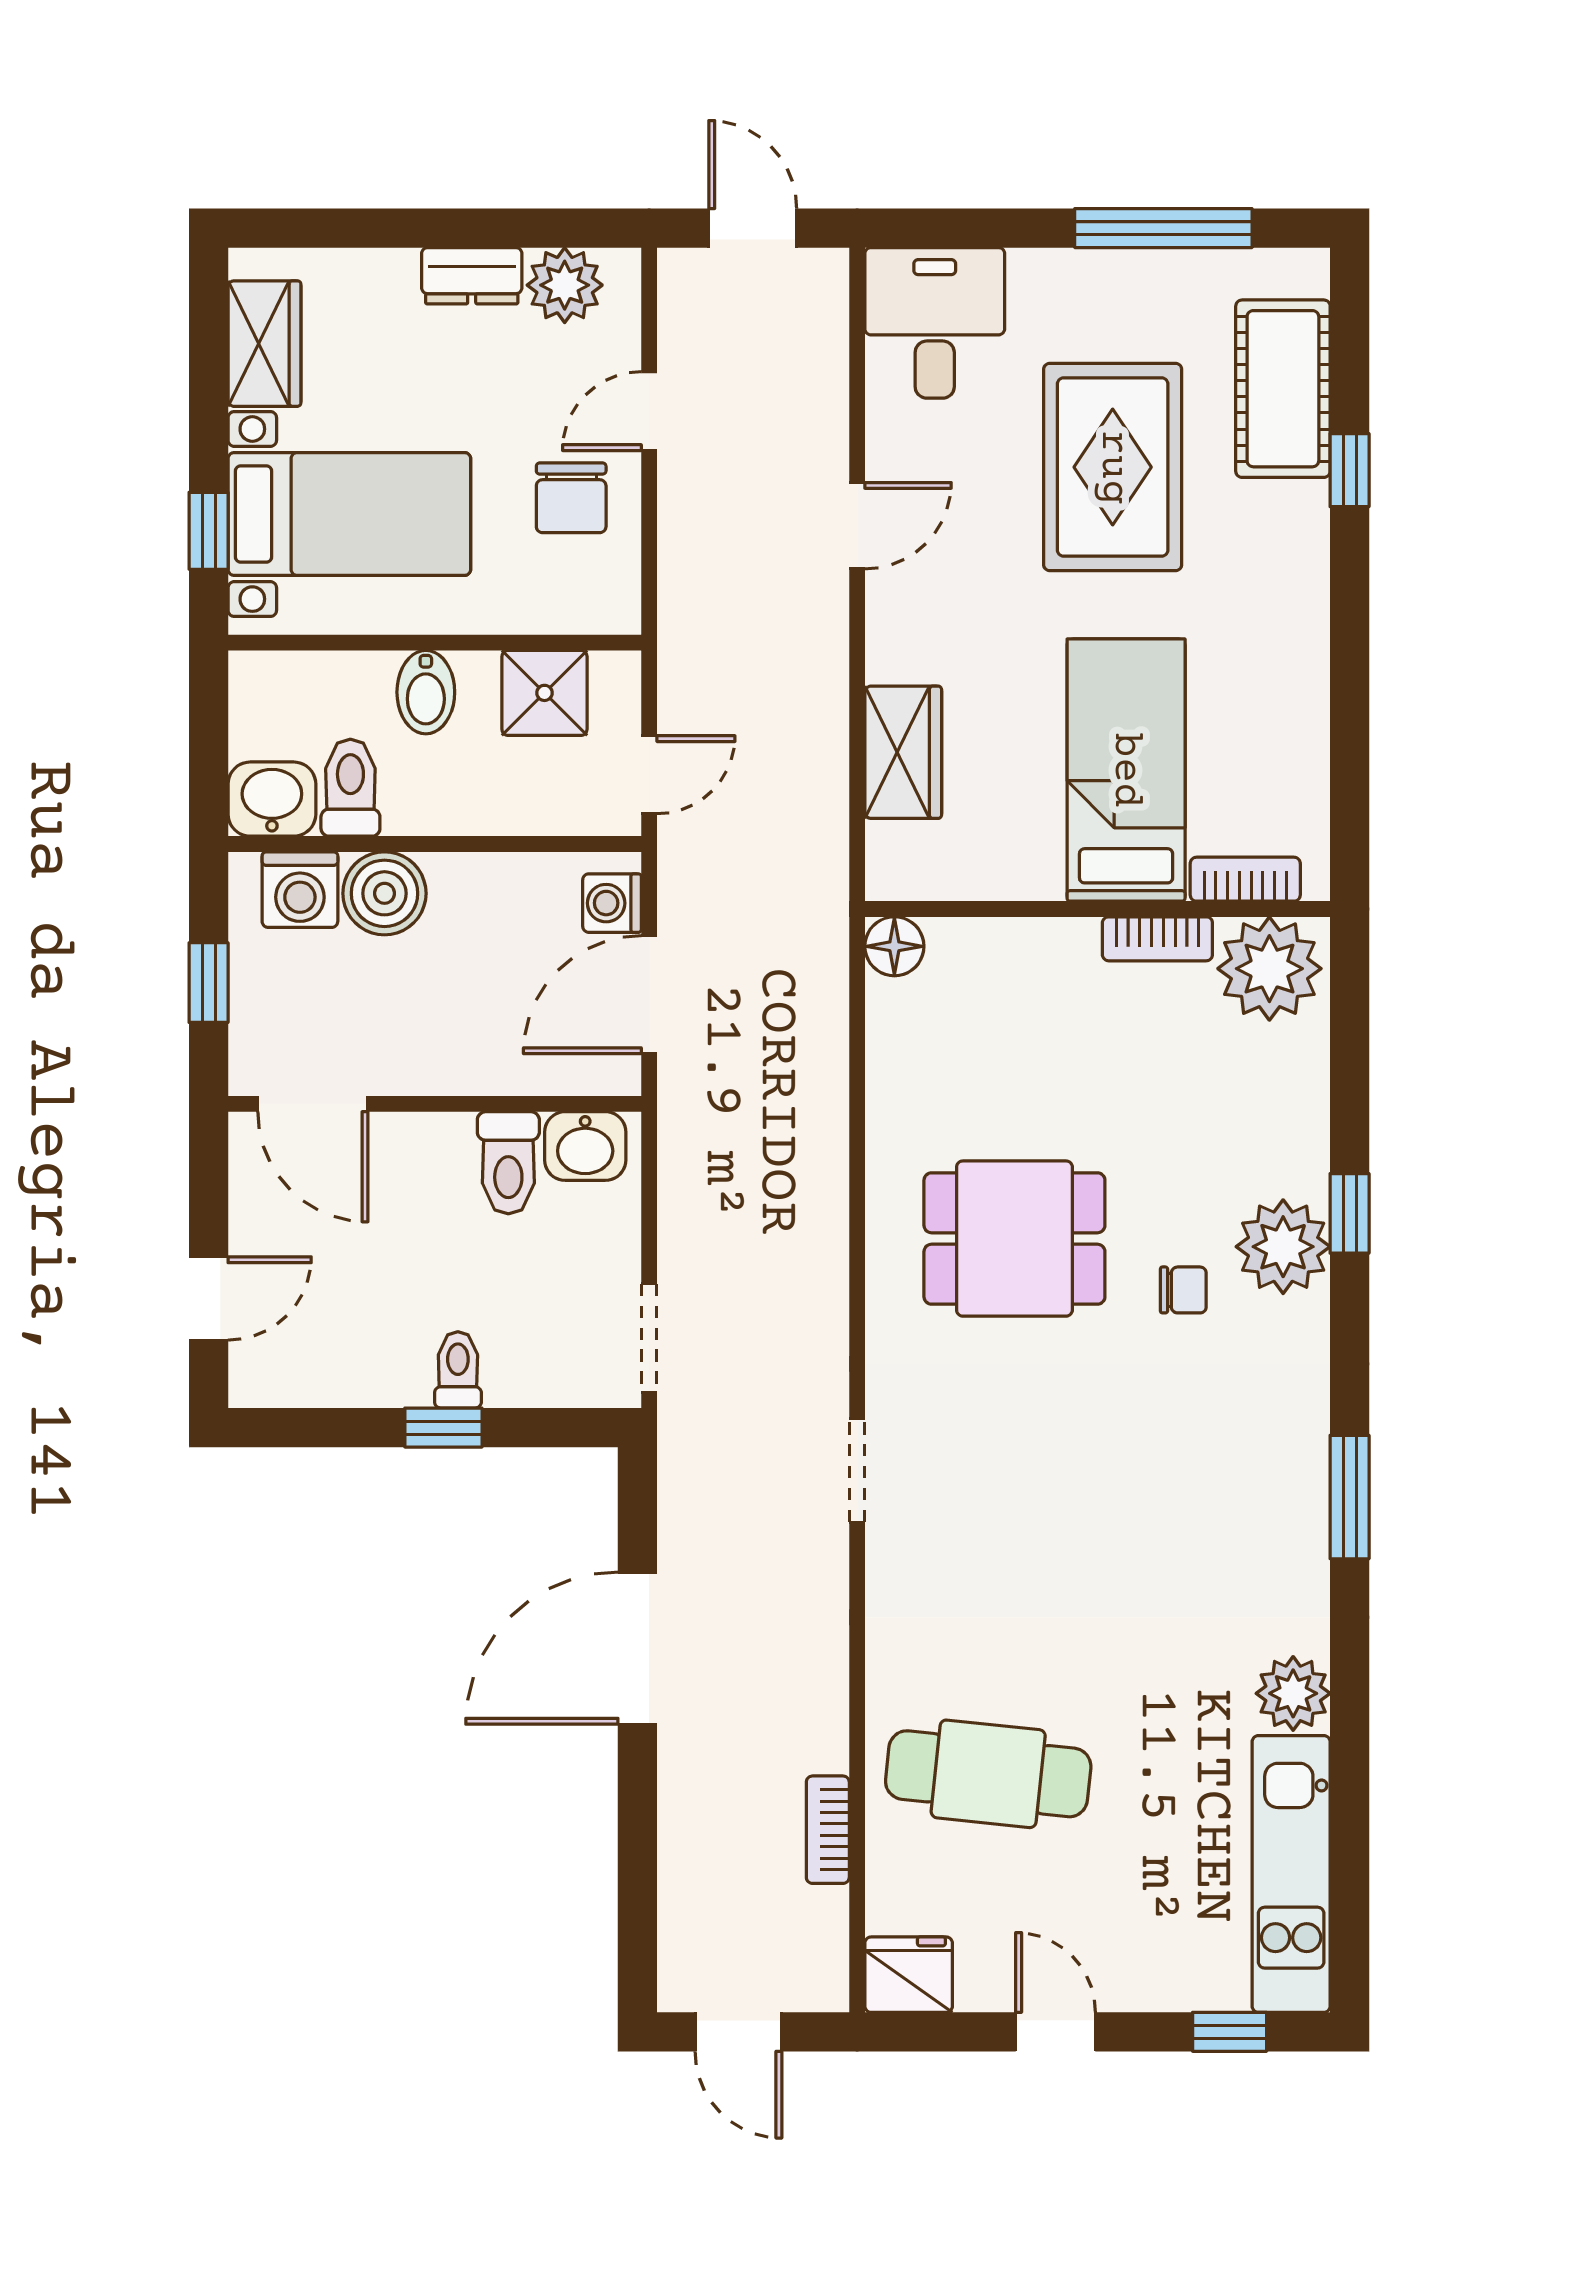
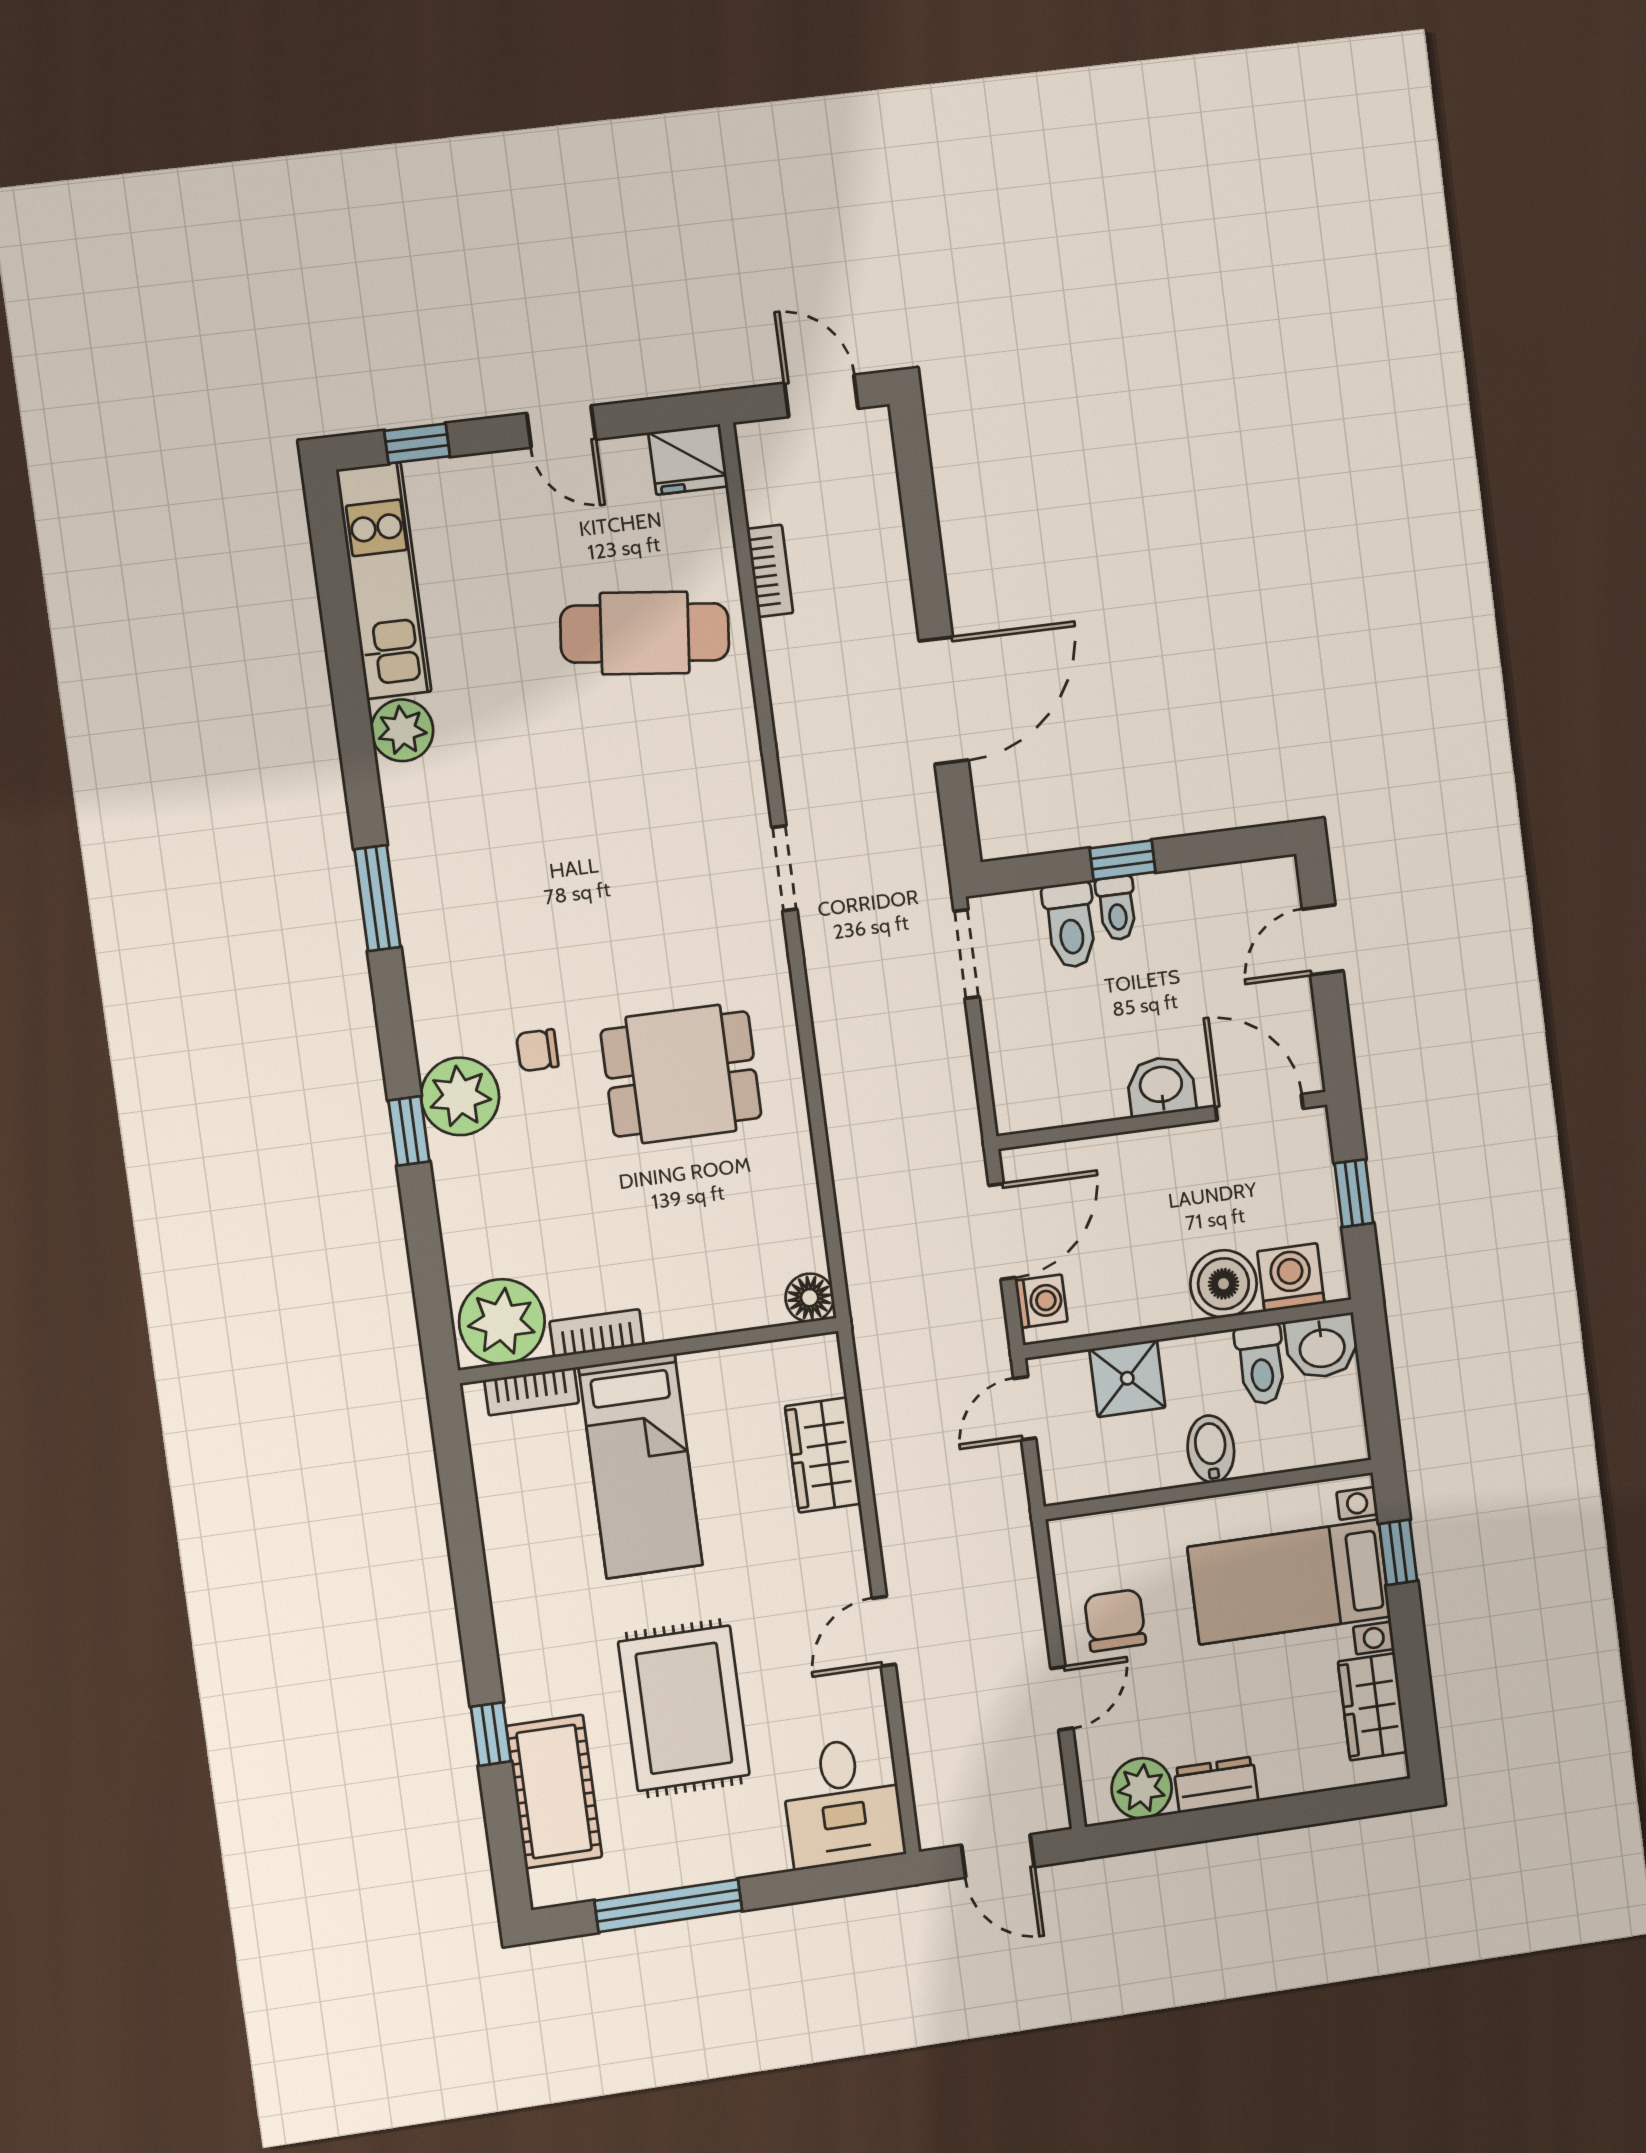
shower: (544, 693) -> (1127, 1378), moved
washbasin: (585, 1146) -> (1161, 1086), moved
toilet: (508, 1163) -> (1070, 925), moved, turned 180

